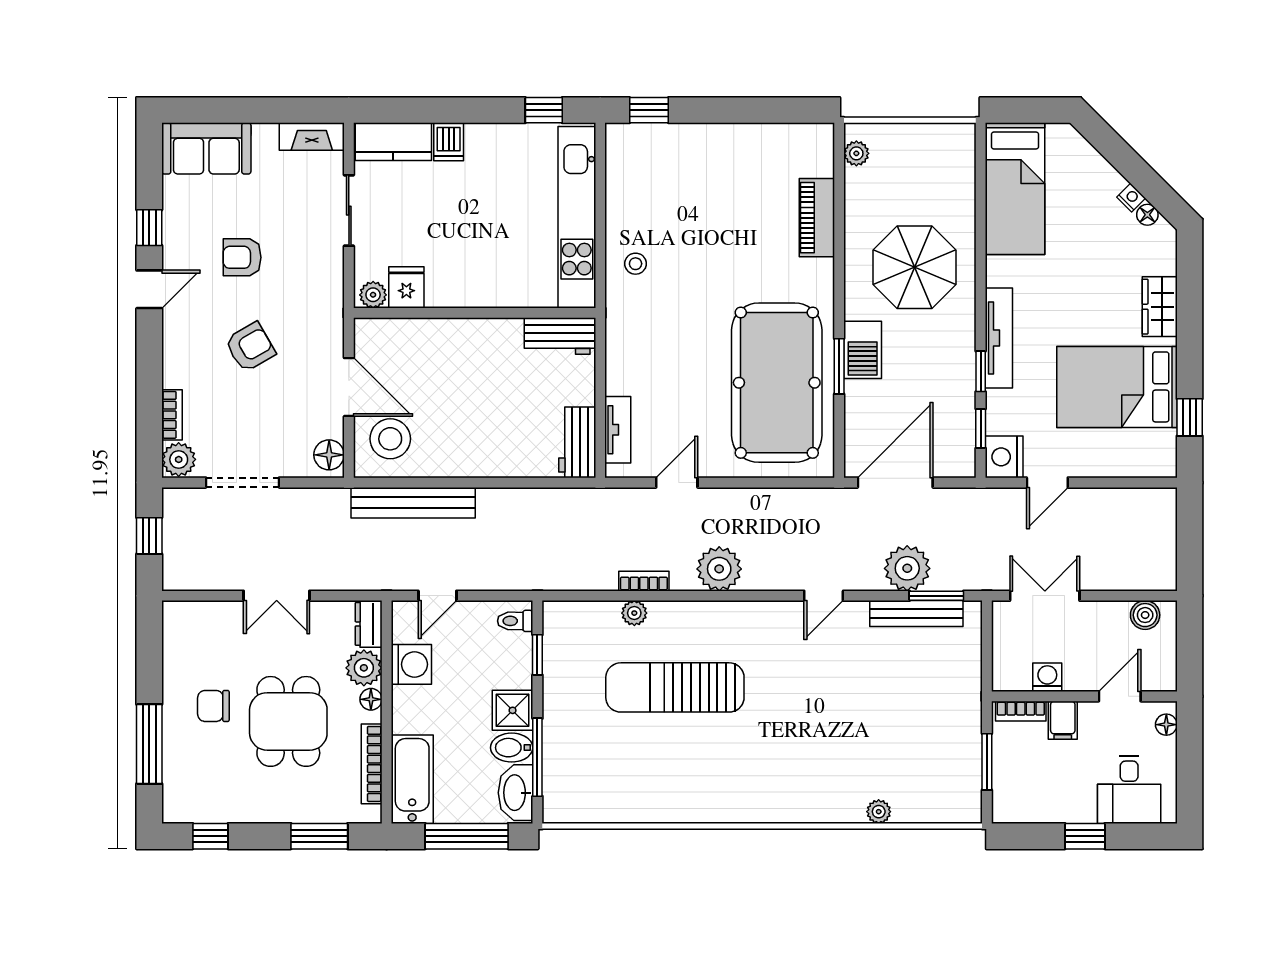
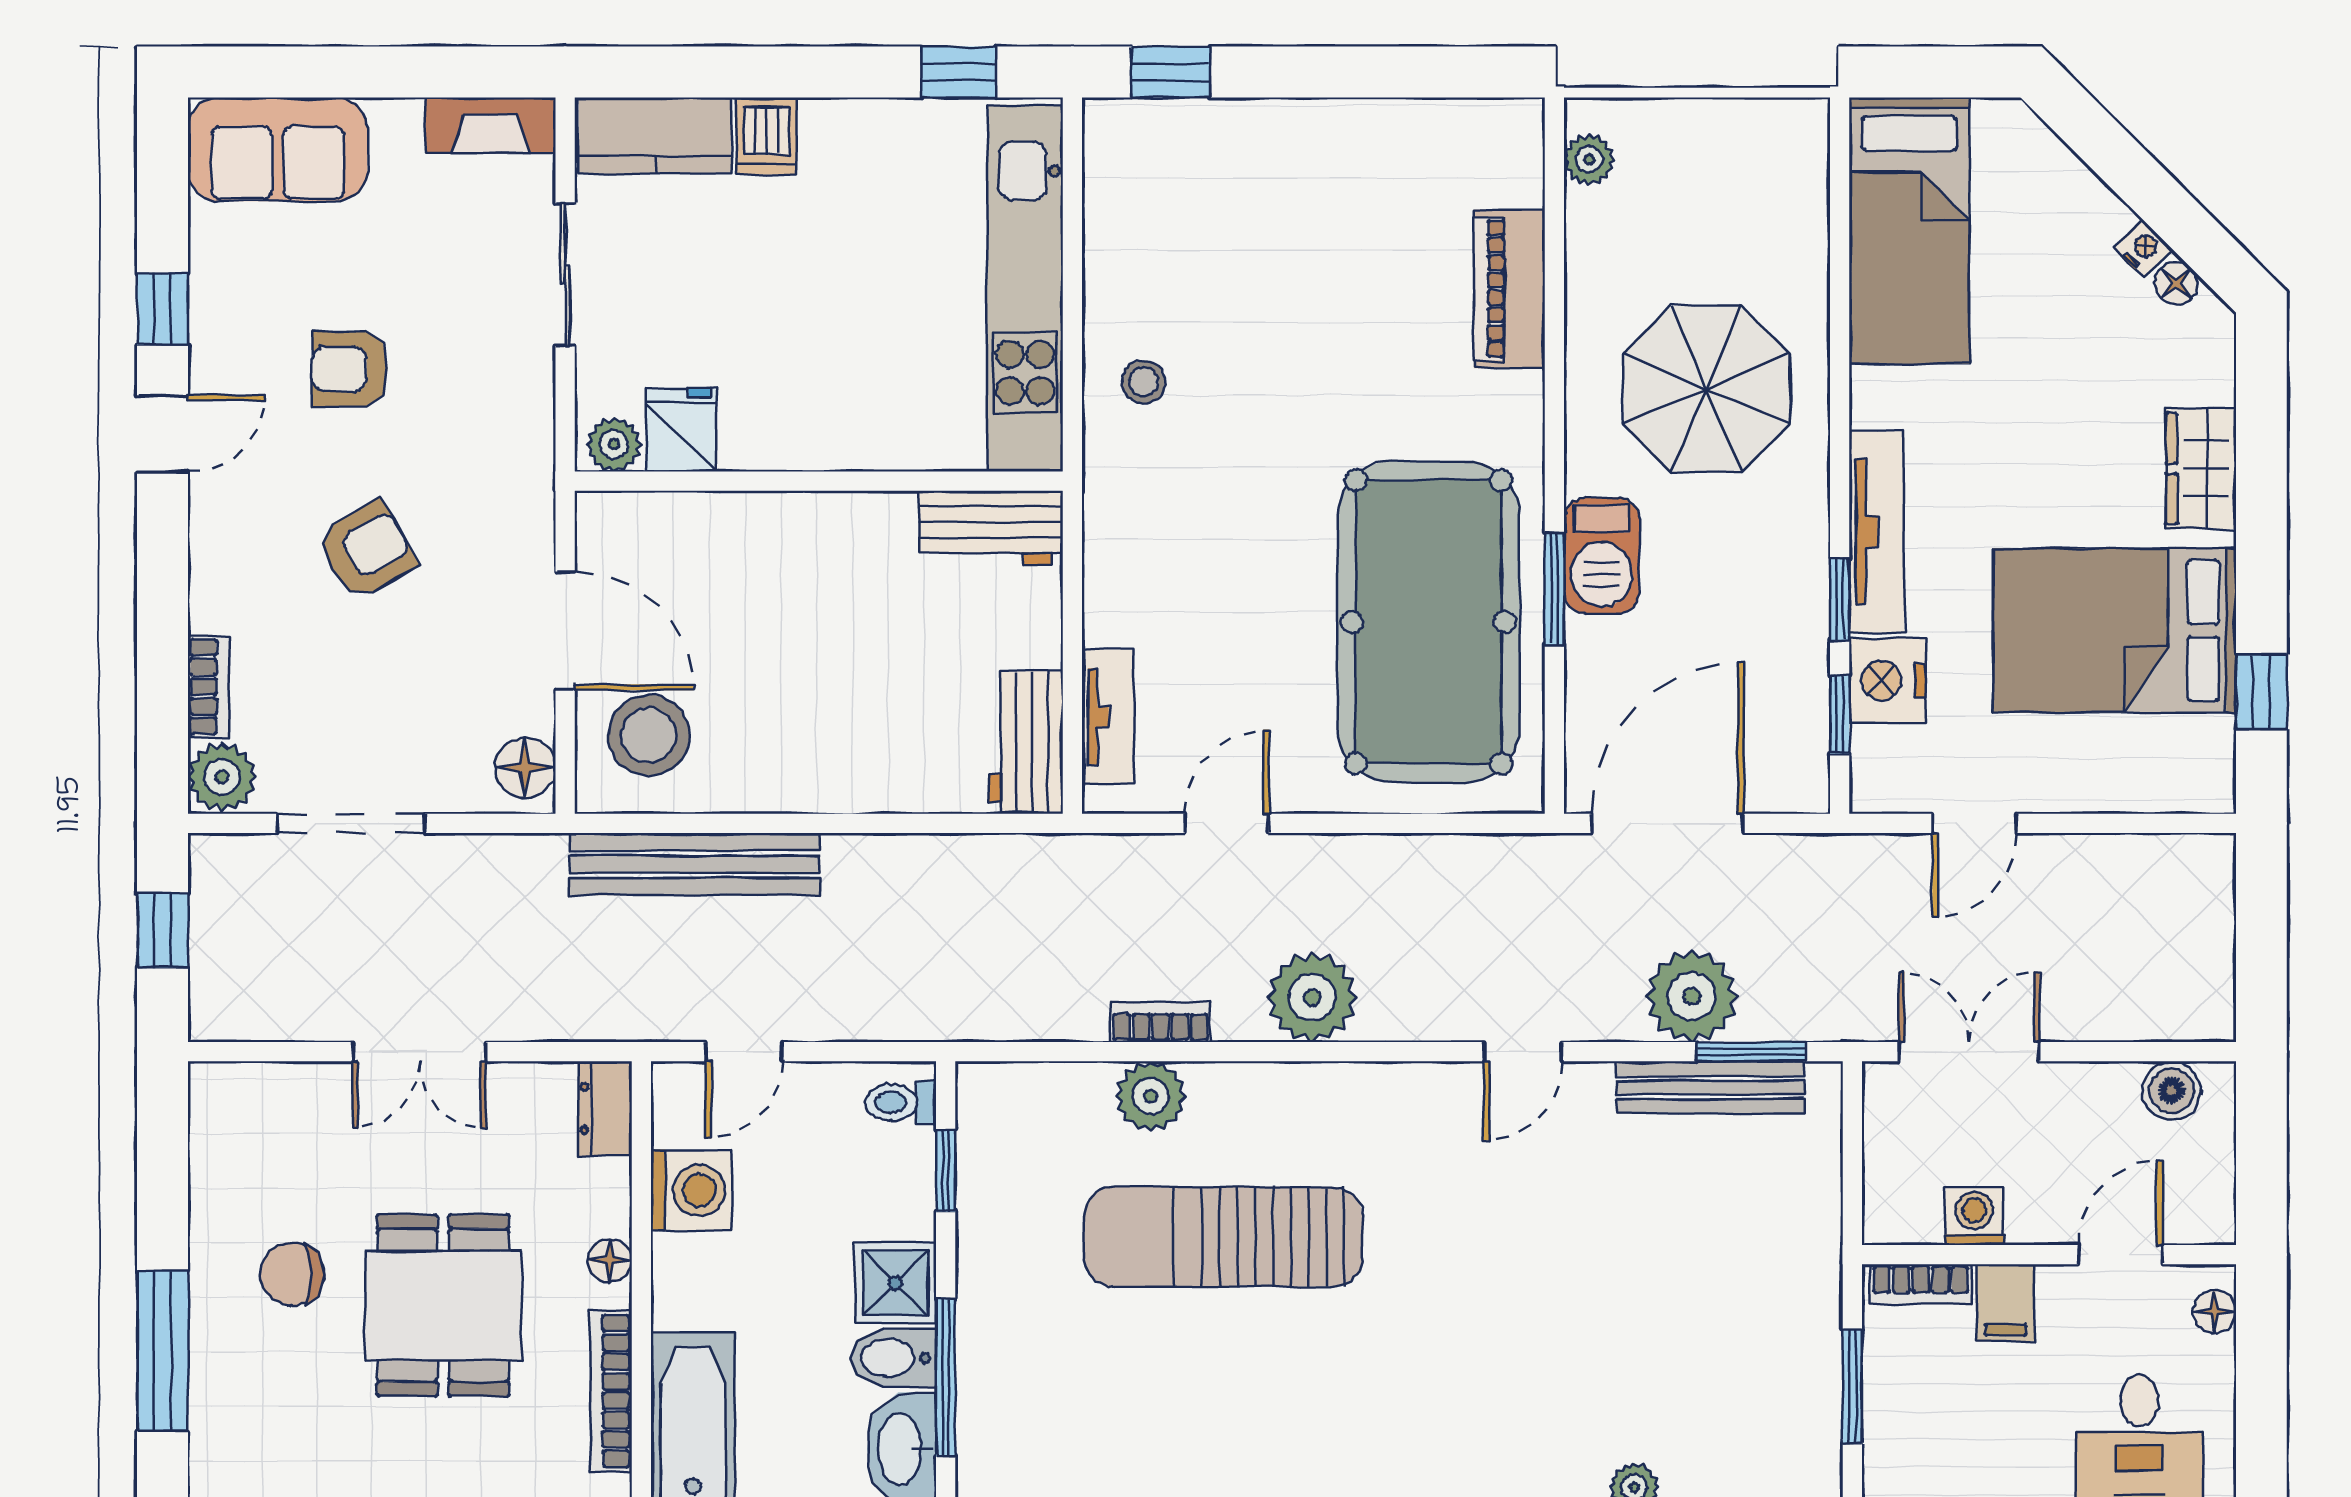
nightstand: (1004, 457) -> (1887, 680), moved
plant: (634, 613) -> (1151, 1096), width x1.38, depth x1.38
plant: (364, 668) -> (595, 1197), removed

